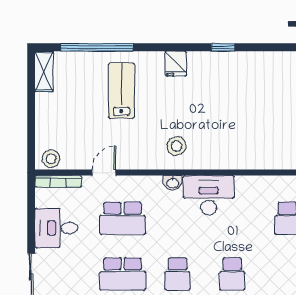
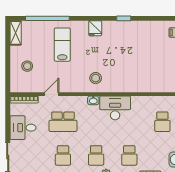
stool: (51, 159) -> (27, 66), moved
school desk: (123, 274) -> (63, 155), width x0.54

